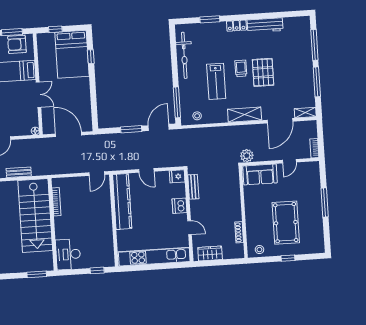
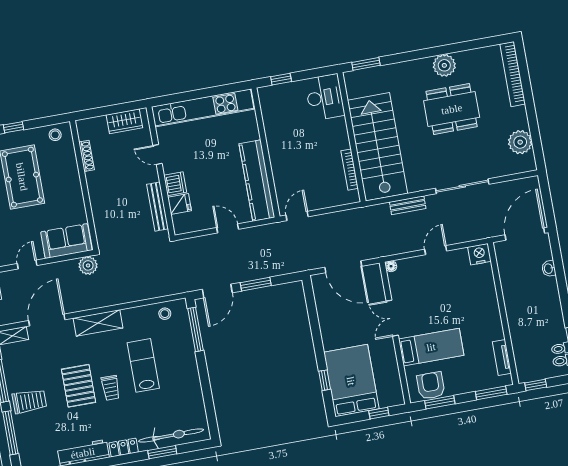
armchair: (17, 44) -> (431, 386), turned -90
bicycle: (184, 55) -> (171, 436), moved, turned 90
trolley: (299, 65) -> (29, 401), added
fridge: (177, 176) -> (180, 204), moved
bench: (193, 187) -> (158, 207), width x1.36

